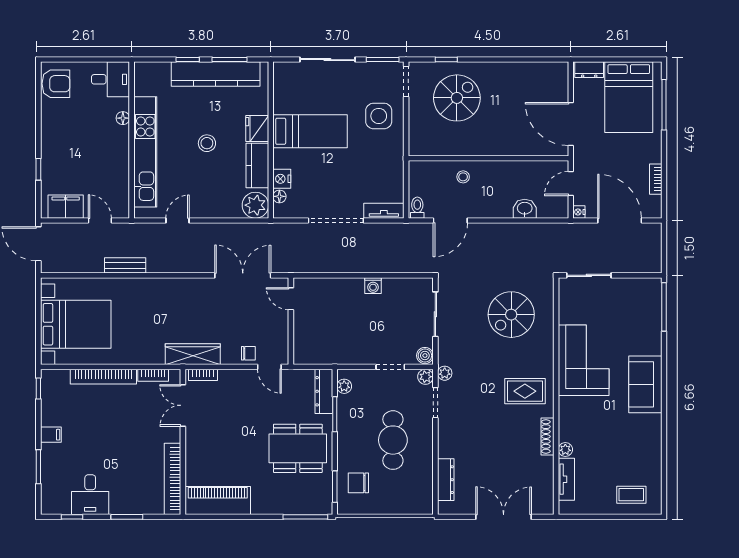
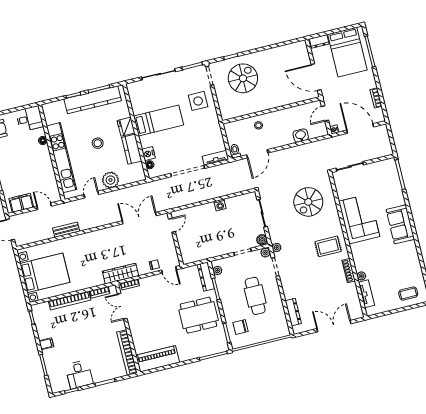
plant: (255, 205) -> (110, 180), moved
door: (291, 299) -> (172, 225), swing flipped

